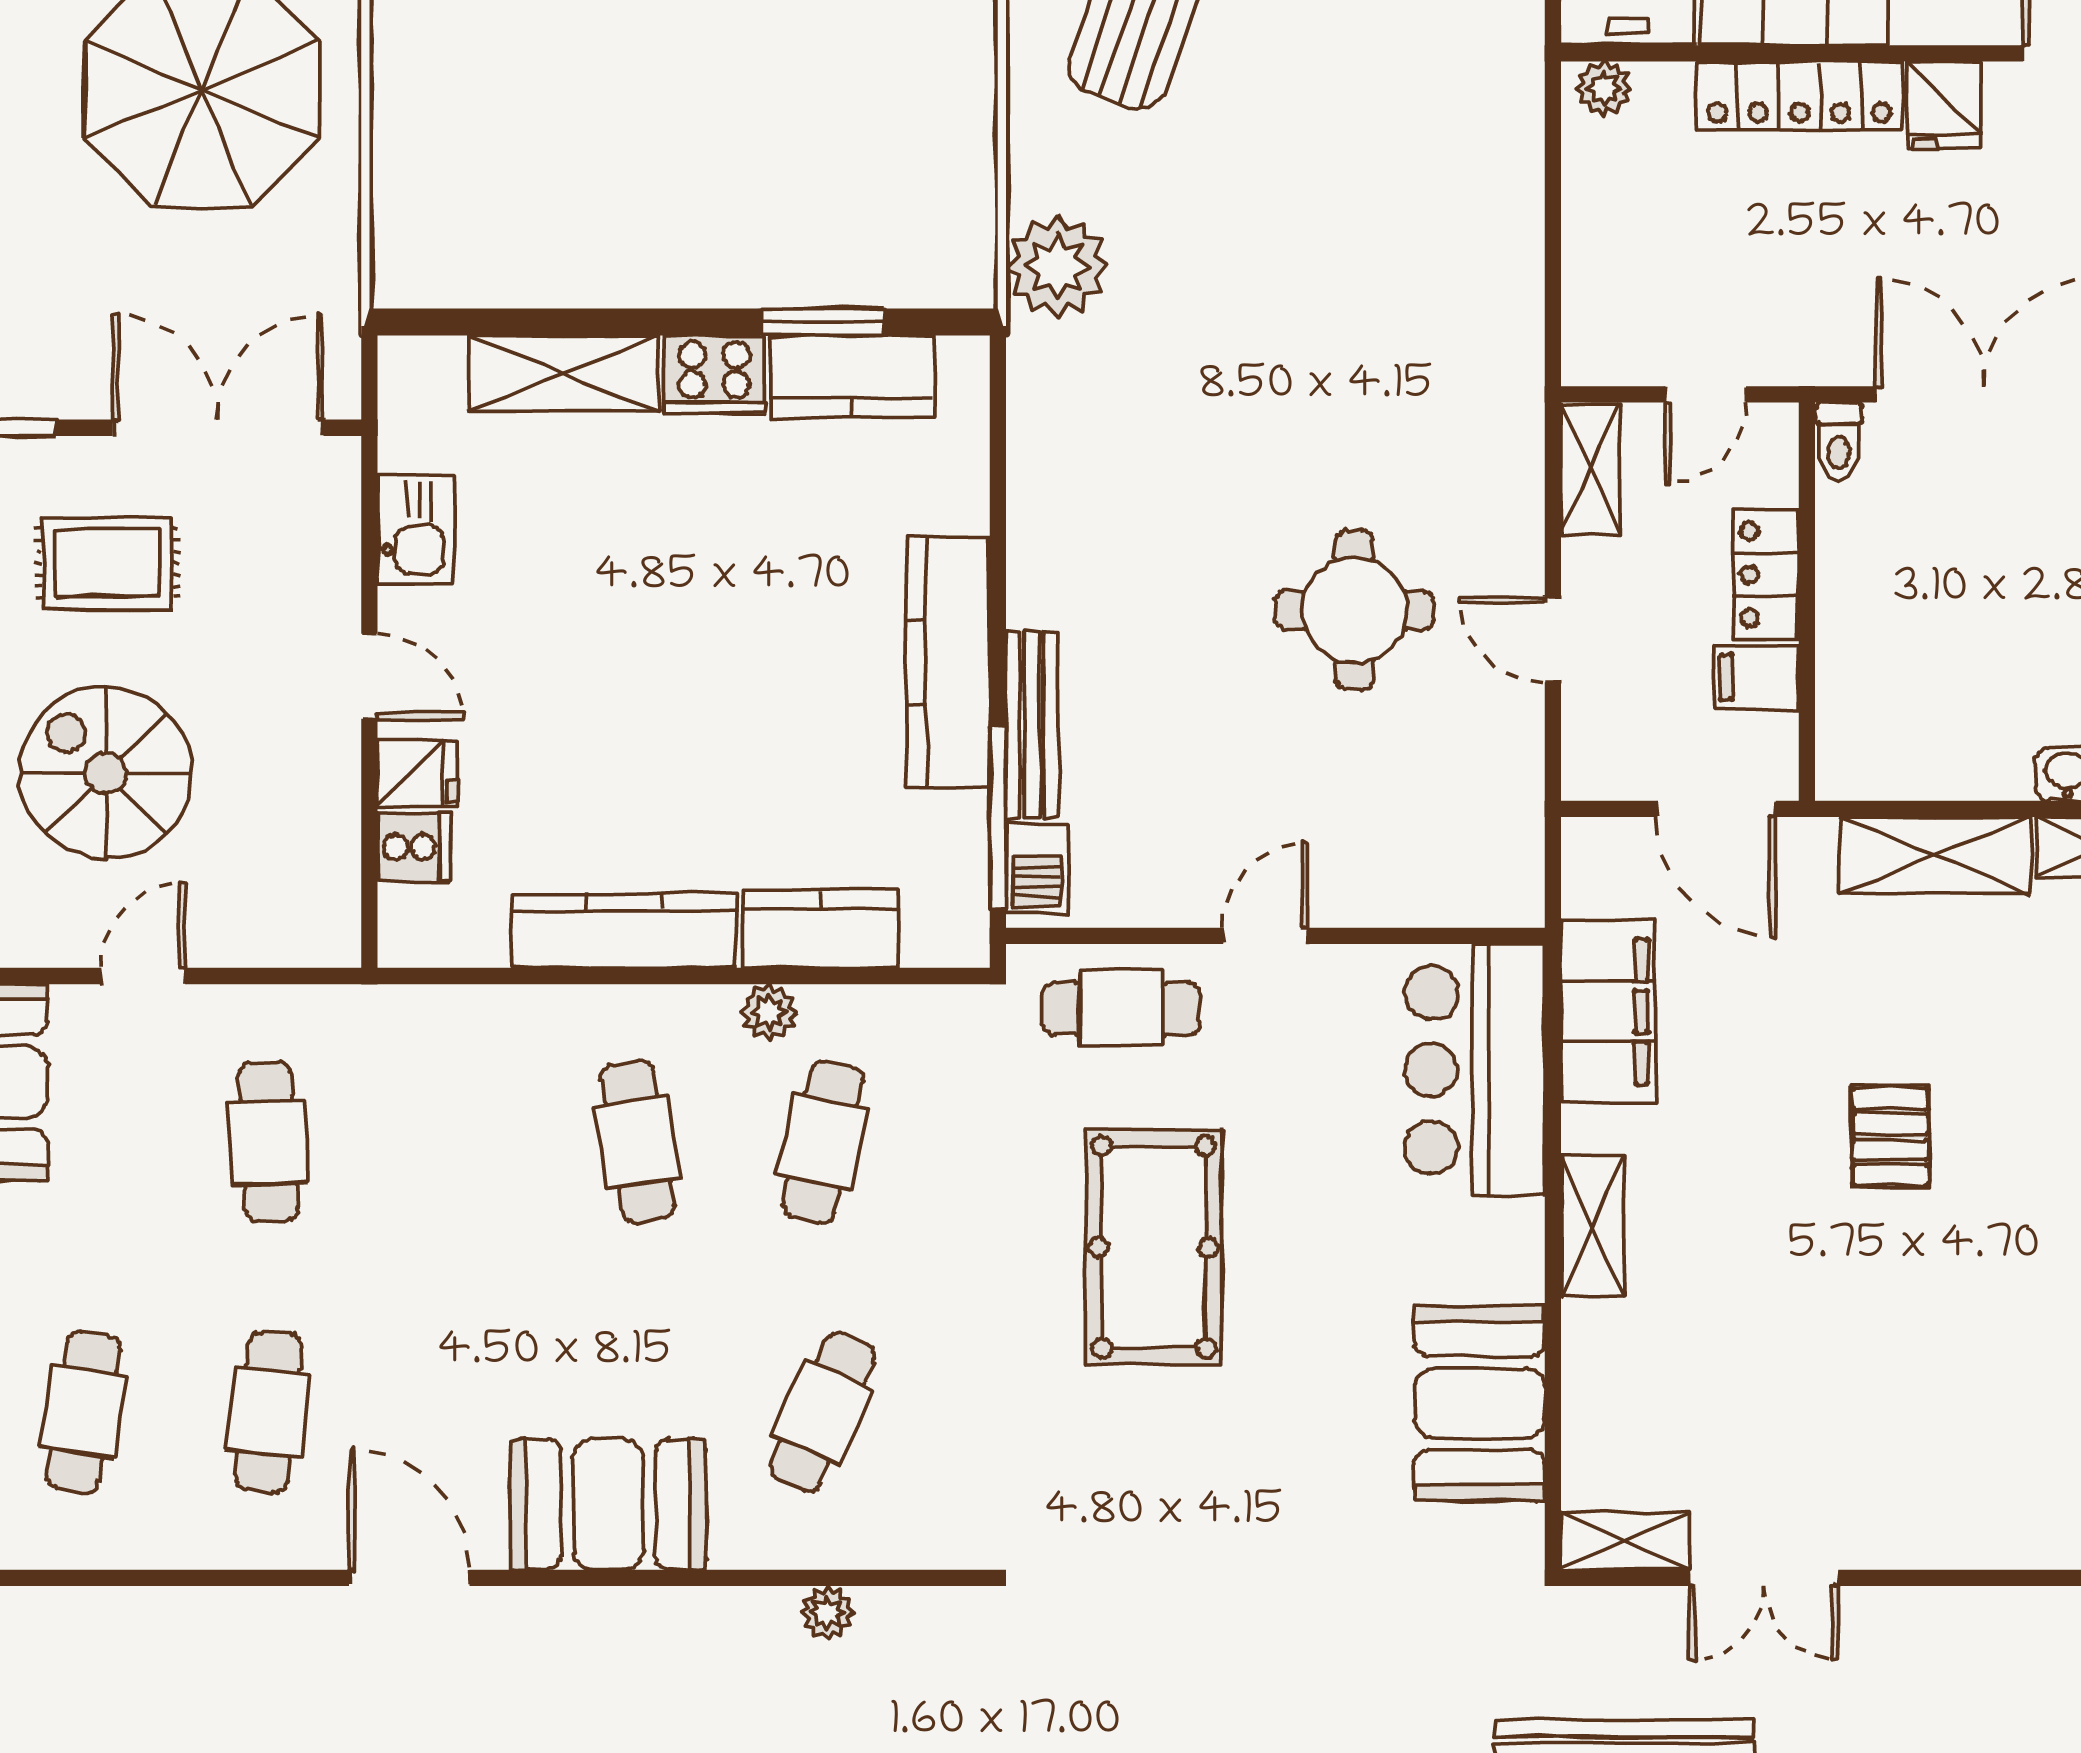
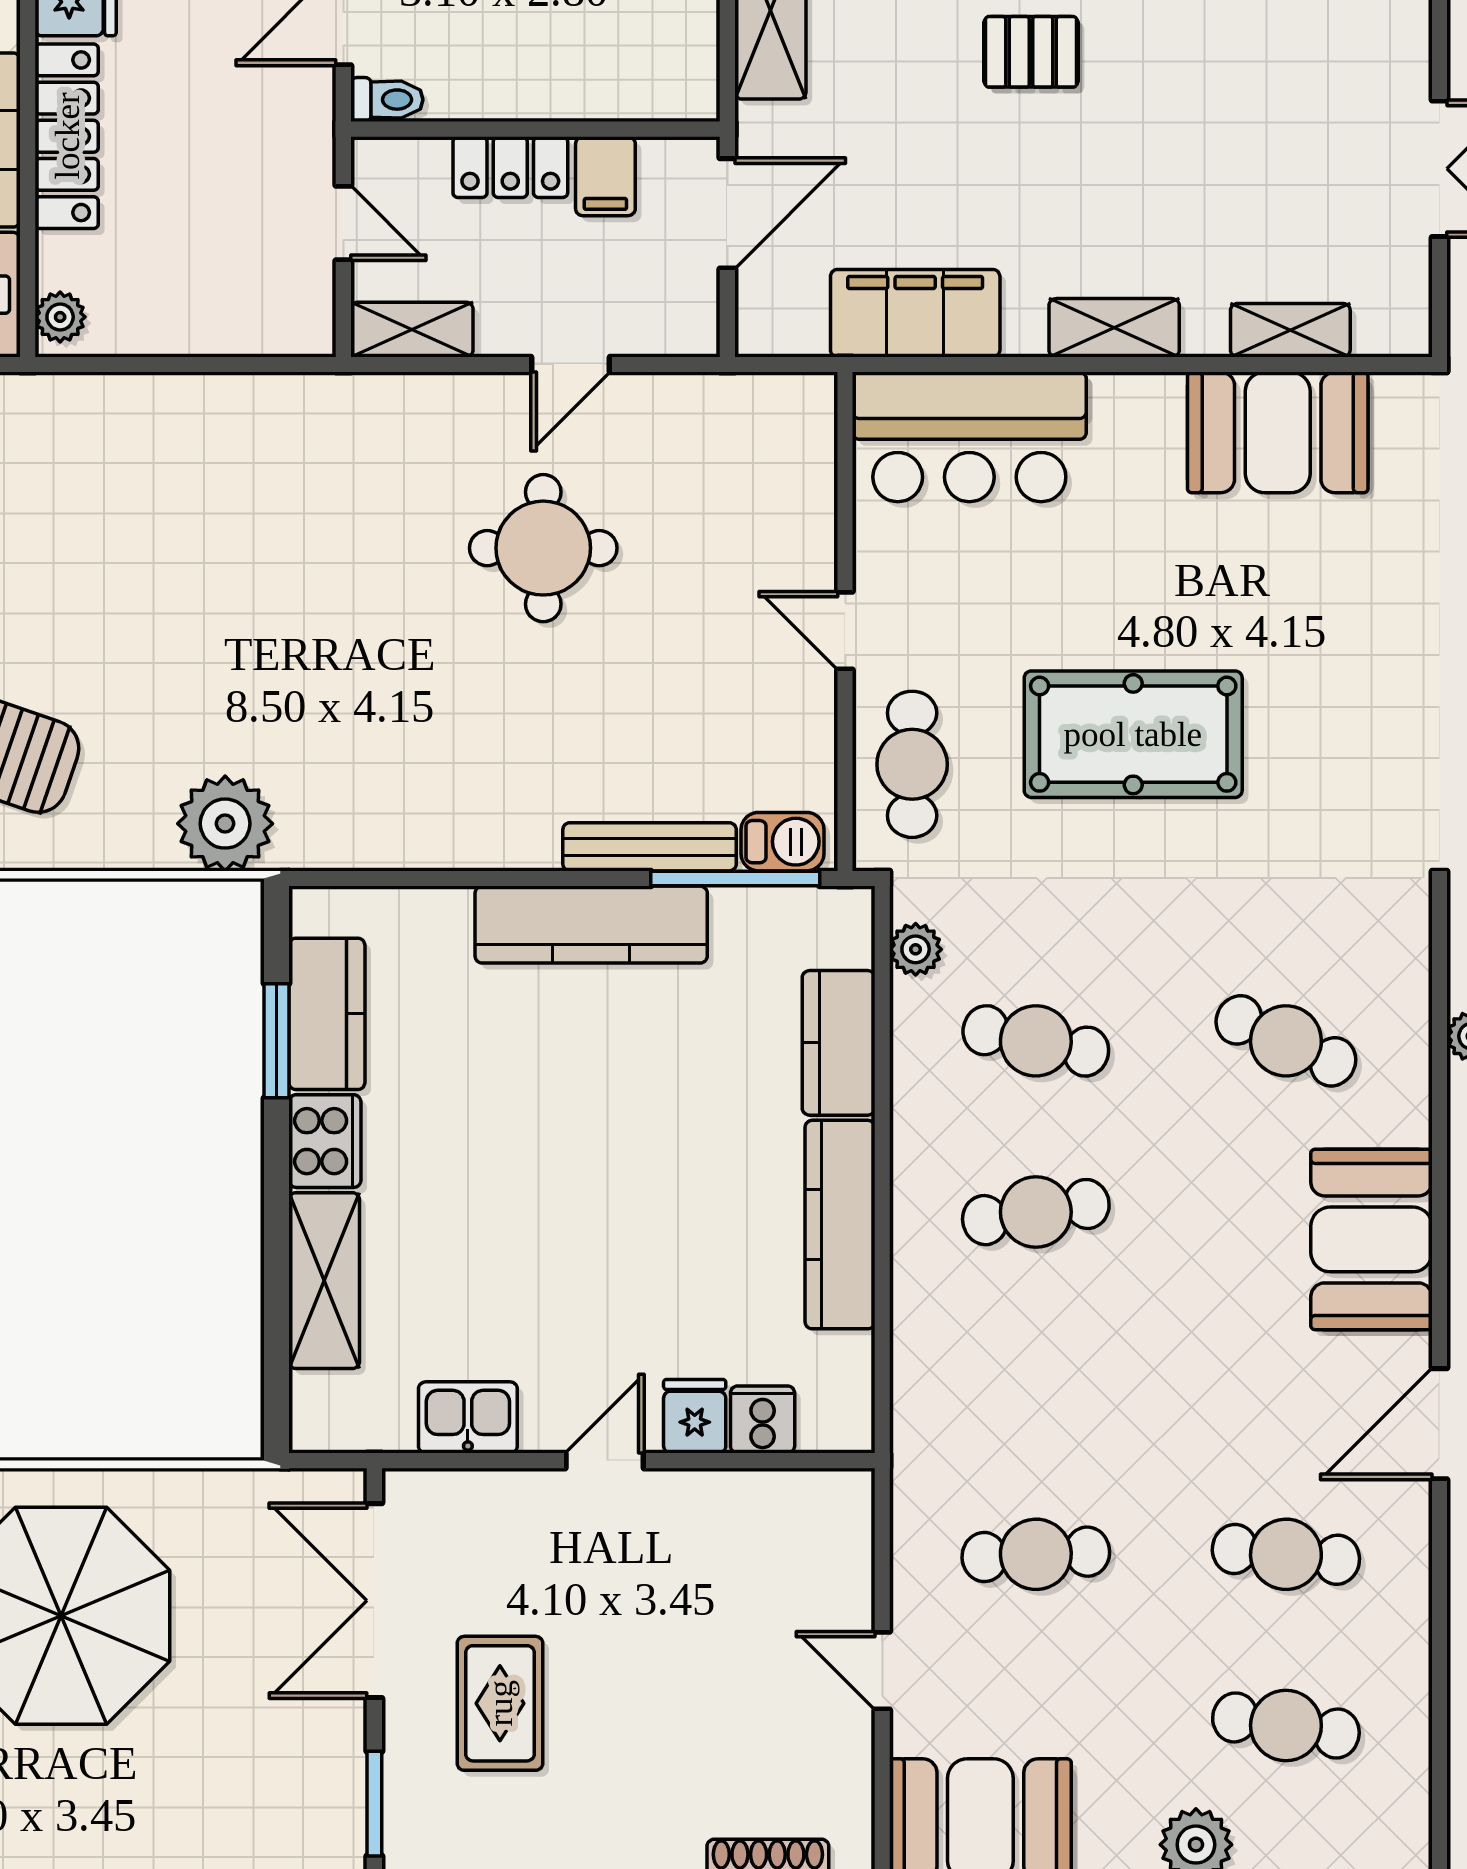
spiral stairs: (106, 773) -> (694, 1705), removed
plant: (769, 1012) -> (916, 949), moved
shelving: (1625, 1541) -> (1290, 330), moved, turned 90

